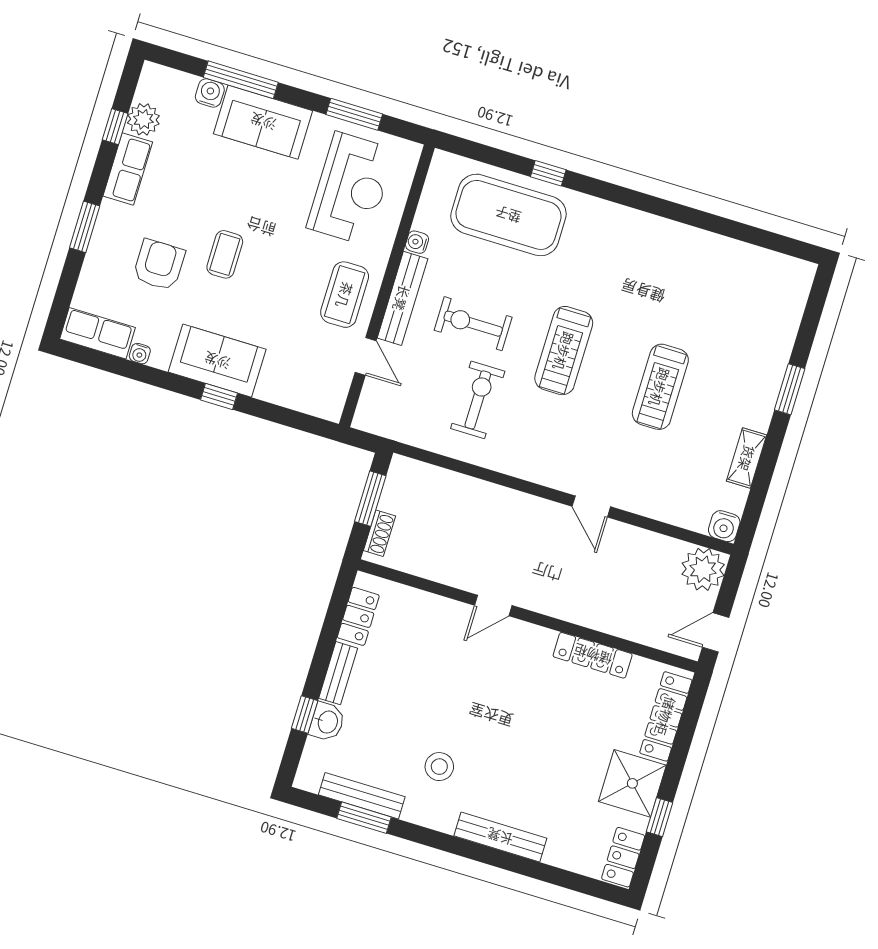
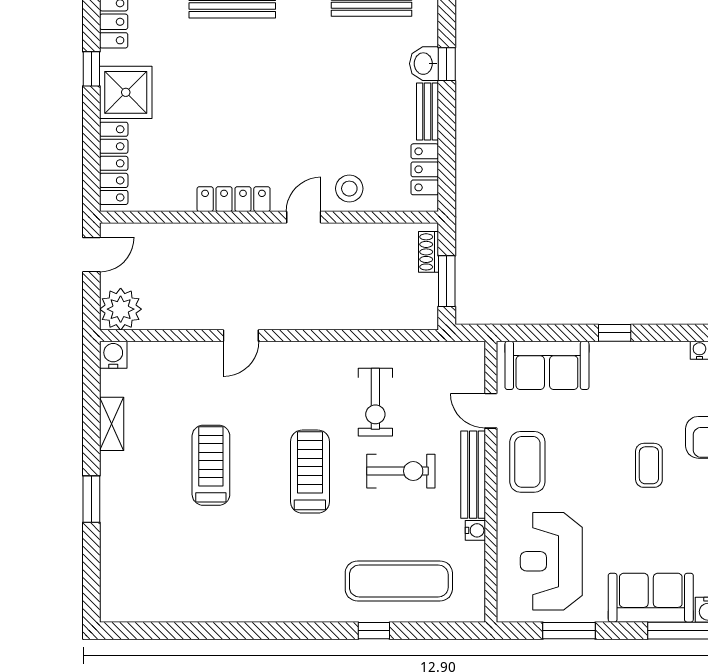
exercise mat: (508, 215) -> (399, 581), width x0.68
sofa: (217, 361) -> (547, 365), moved
door: (591, 507) -> (241, 336), swing flipped
locker: (593, 655) -> (234, 199), moved
stool: (439, 767) -> (349, 189), moved

